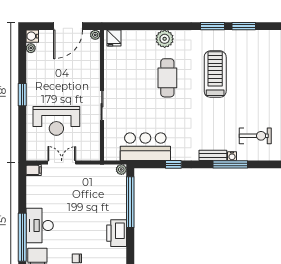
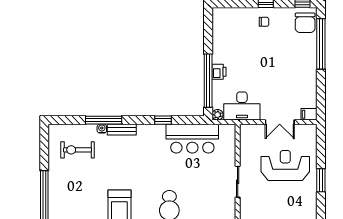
window: (22, 95) -> (321, 180), moved
desk: (40, 226) -> (242, 106), moved, turned 90
printer: (117, 233) -> (219, 72), moved, width x0.53, depth x0.68

